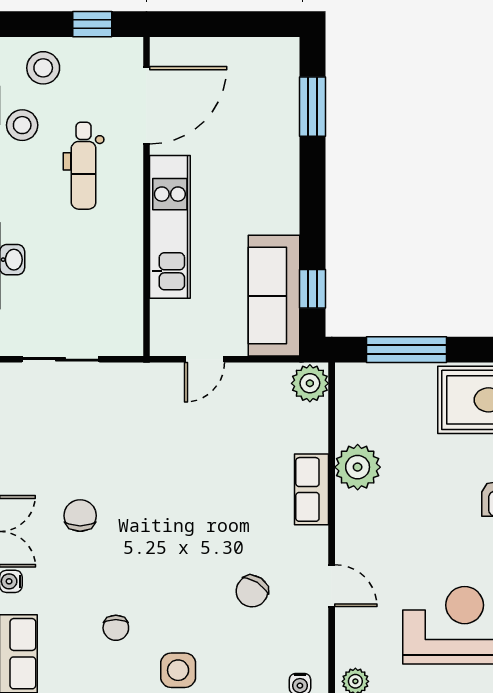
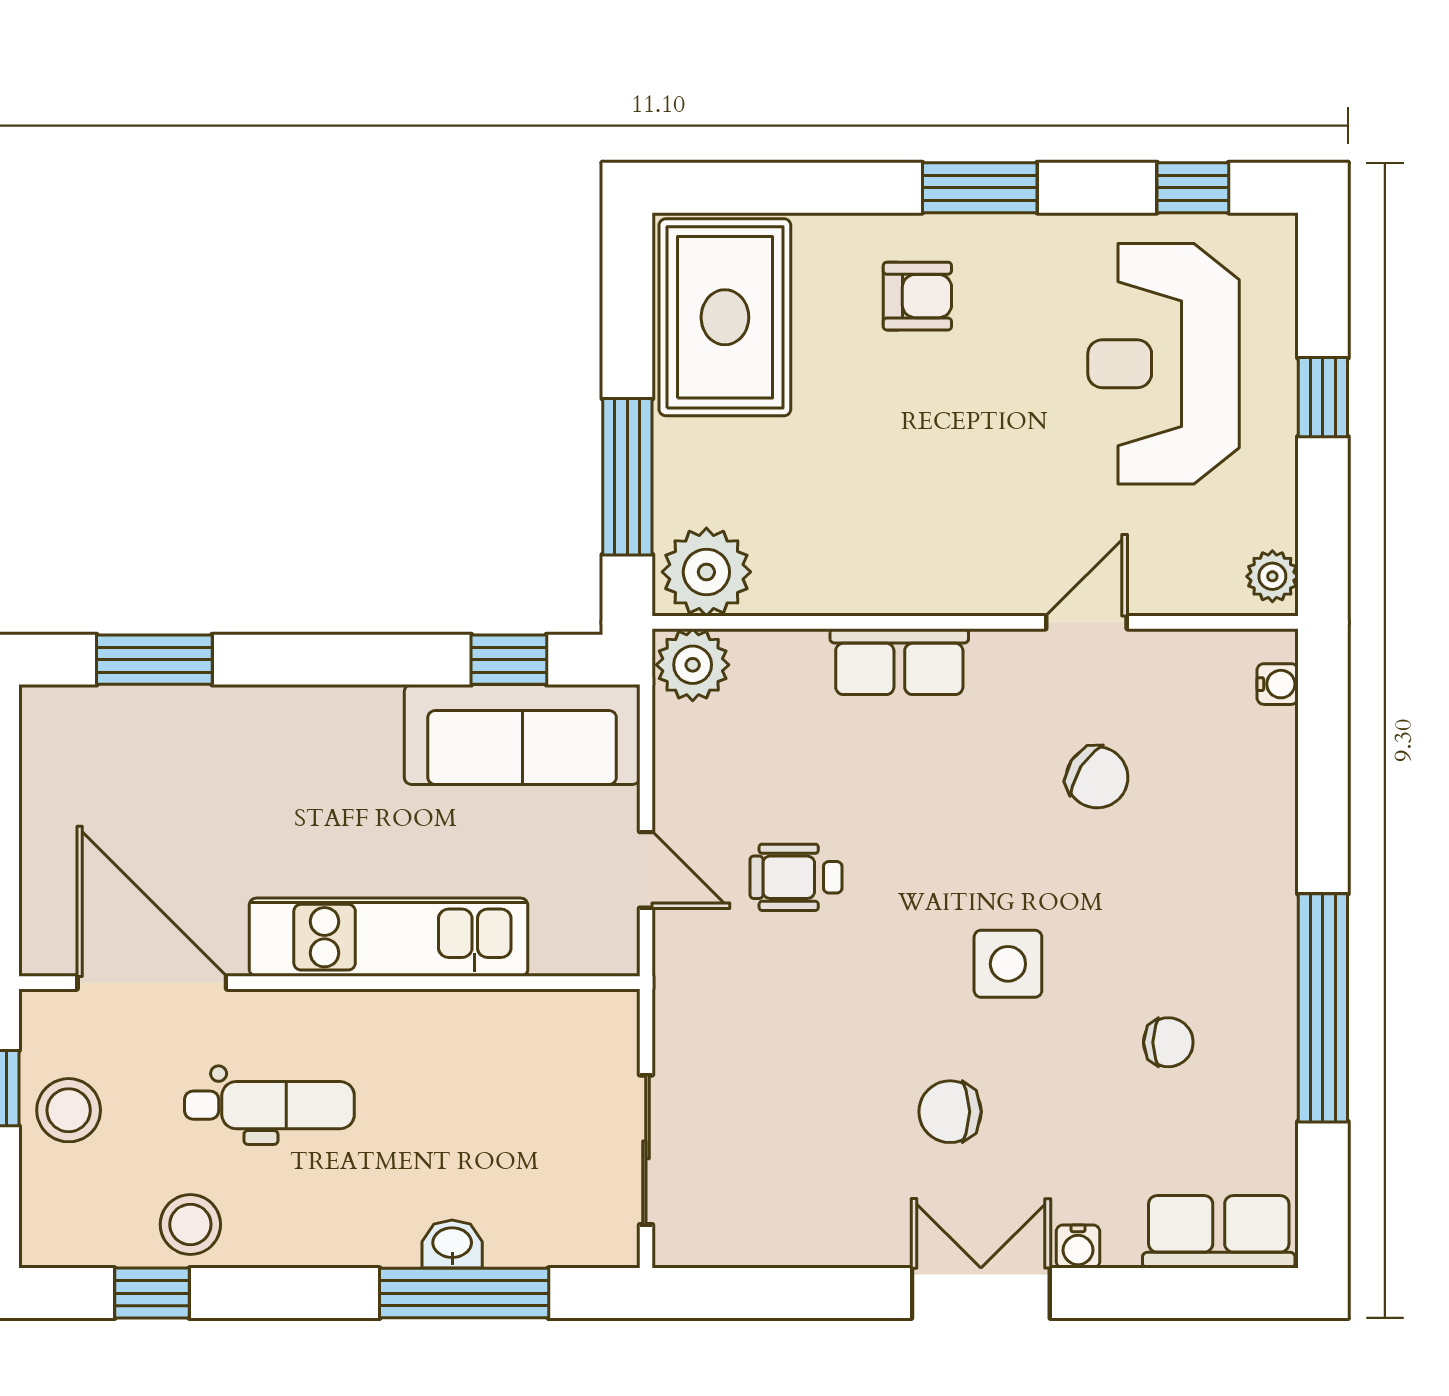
stool: (43, 68) -> (69, 1110), moved
wheelchair: (201, 436) -> (796, 877), added
plant: (358, 467) -> (706, 572), moved
side table: (178, 670) -> (1008, 964), moved

